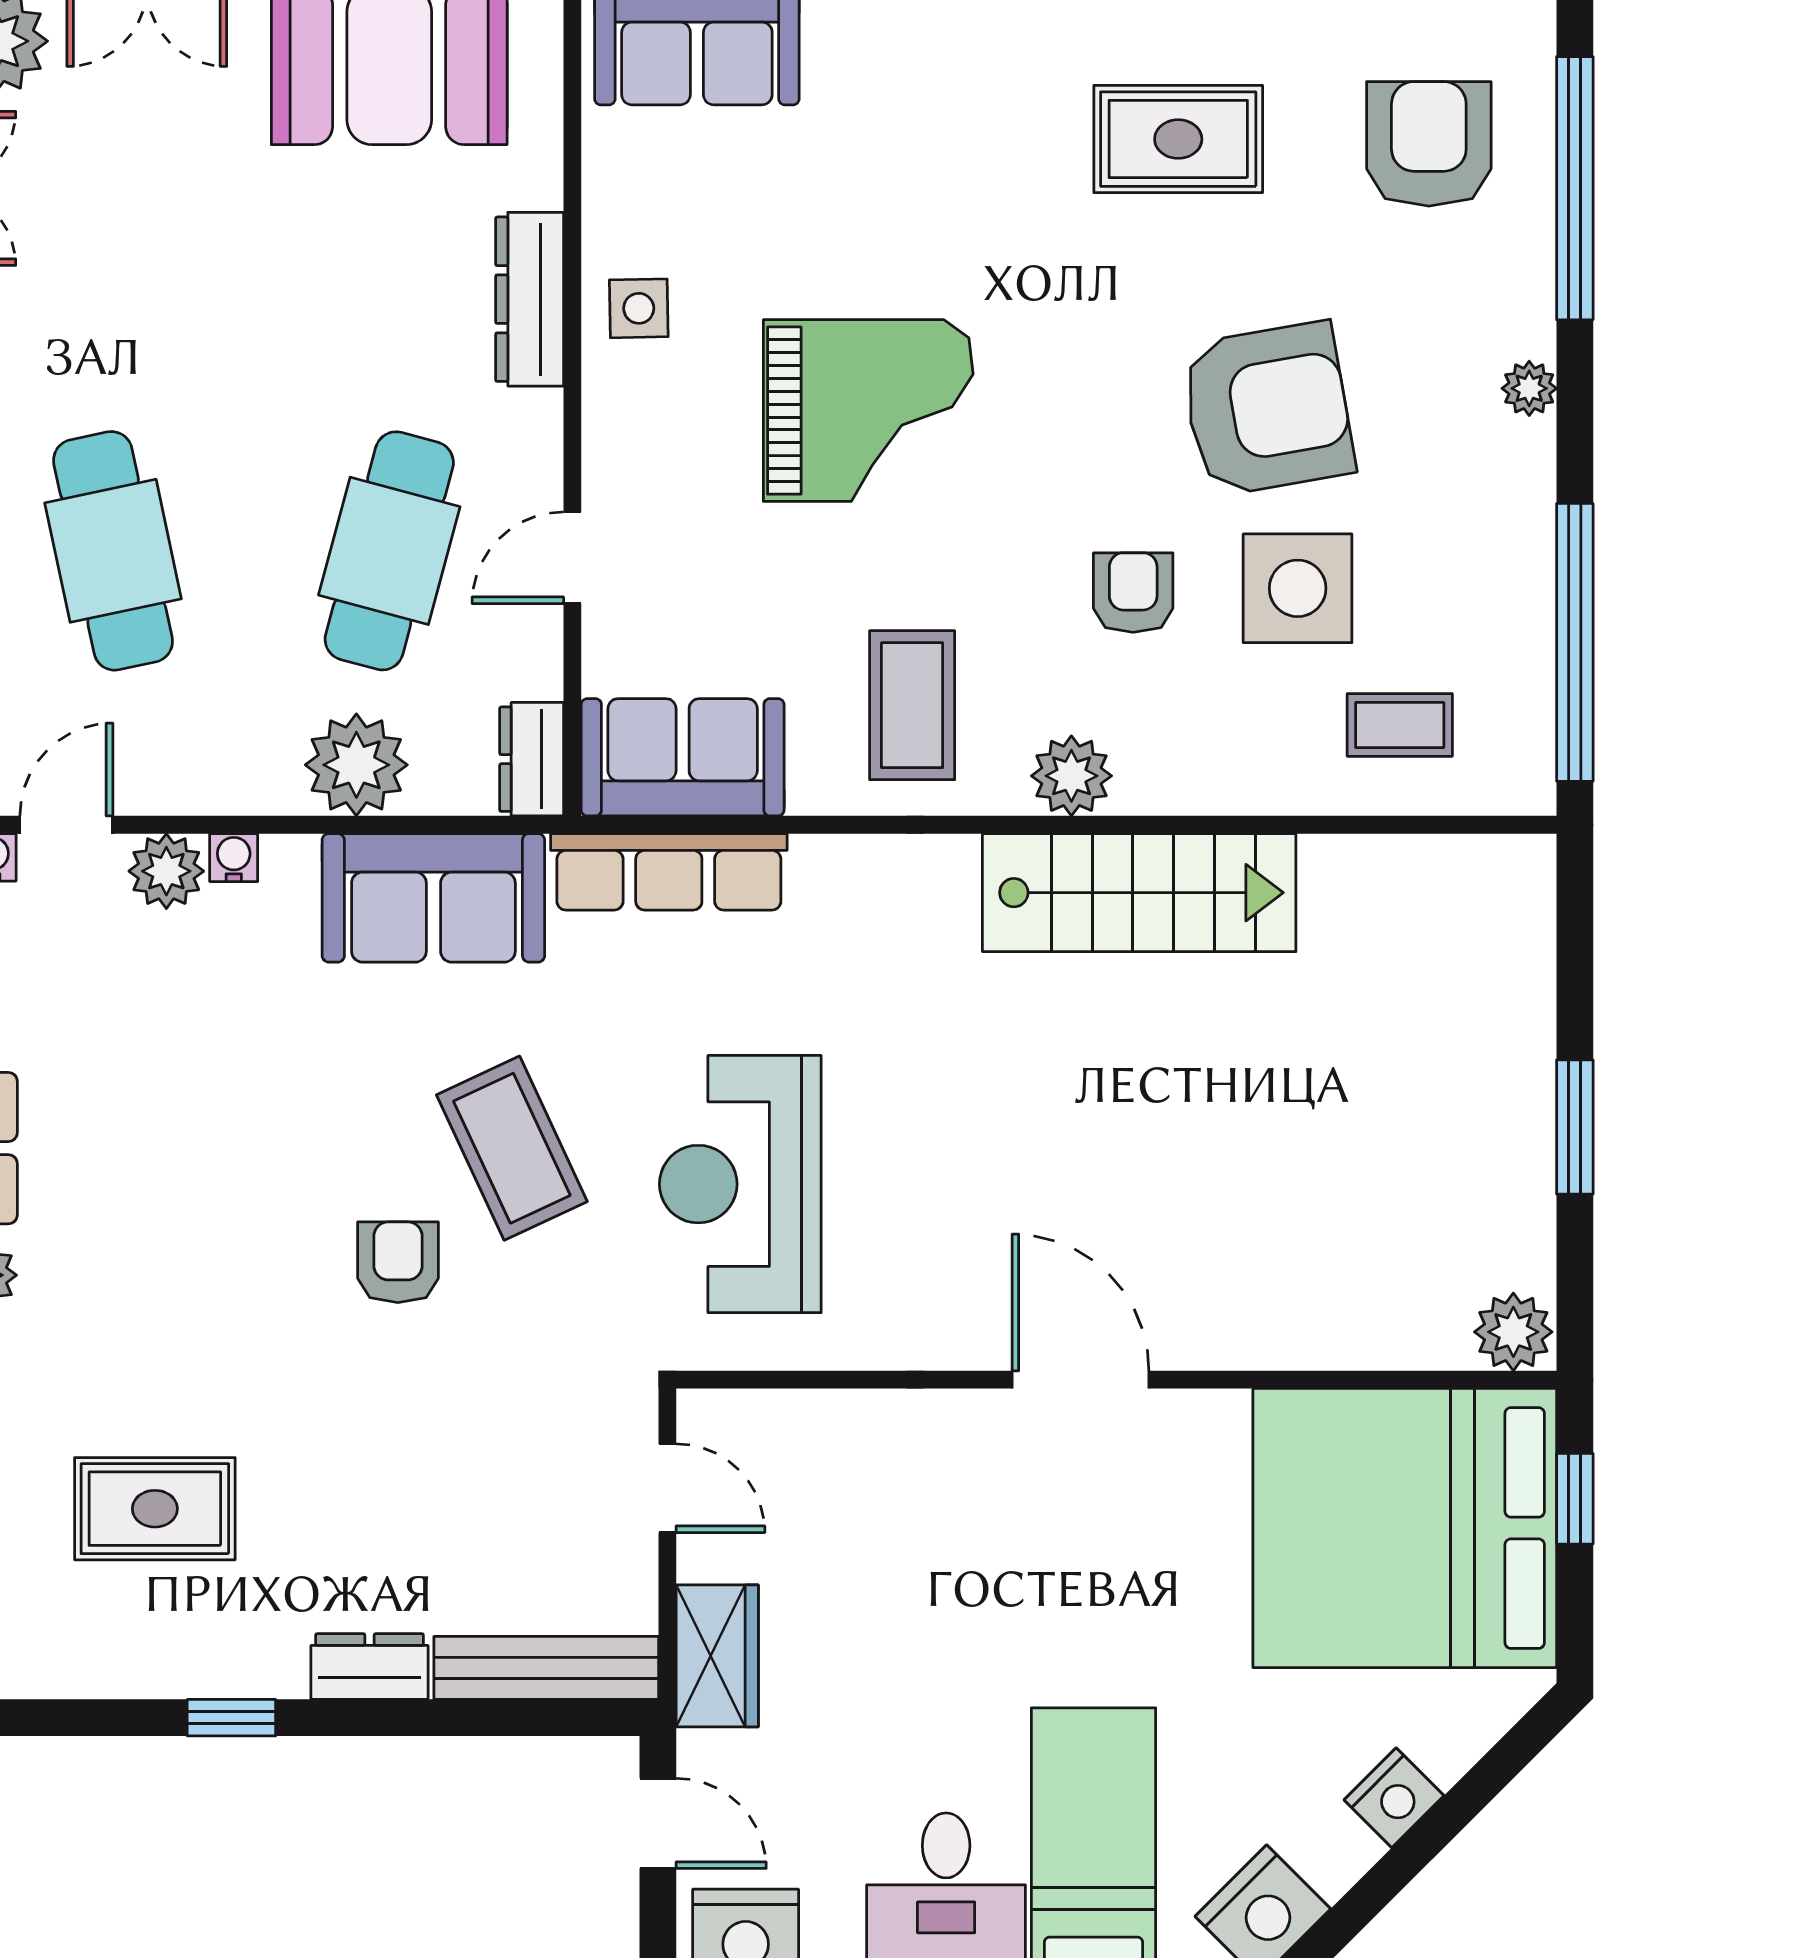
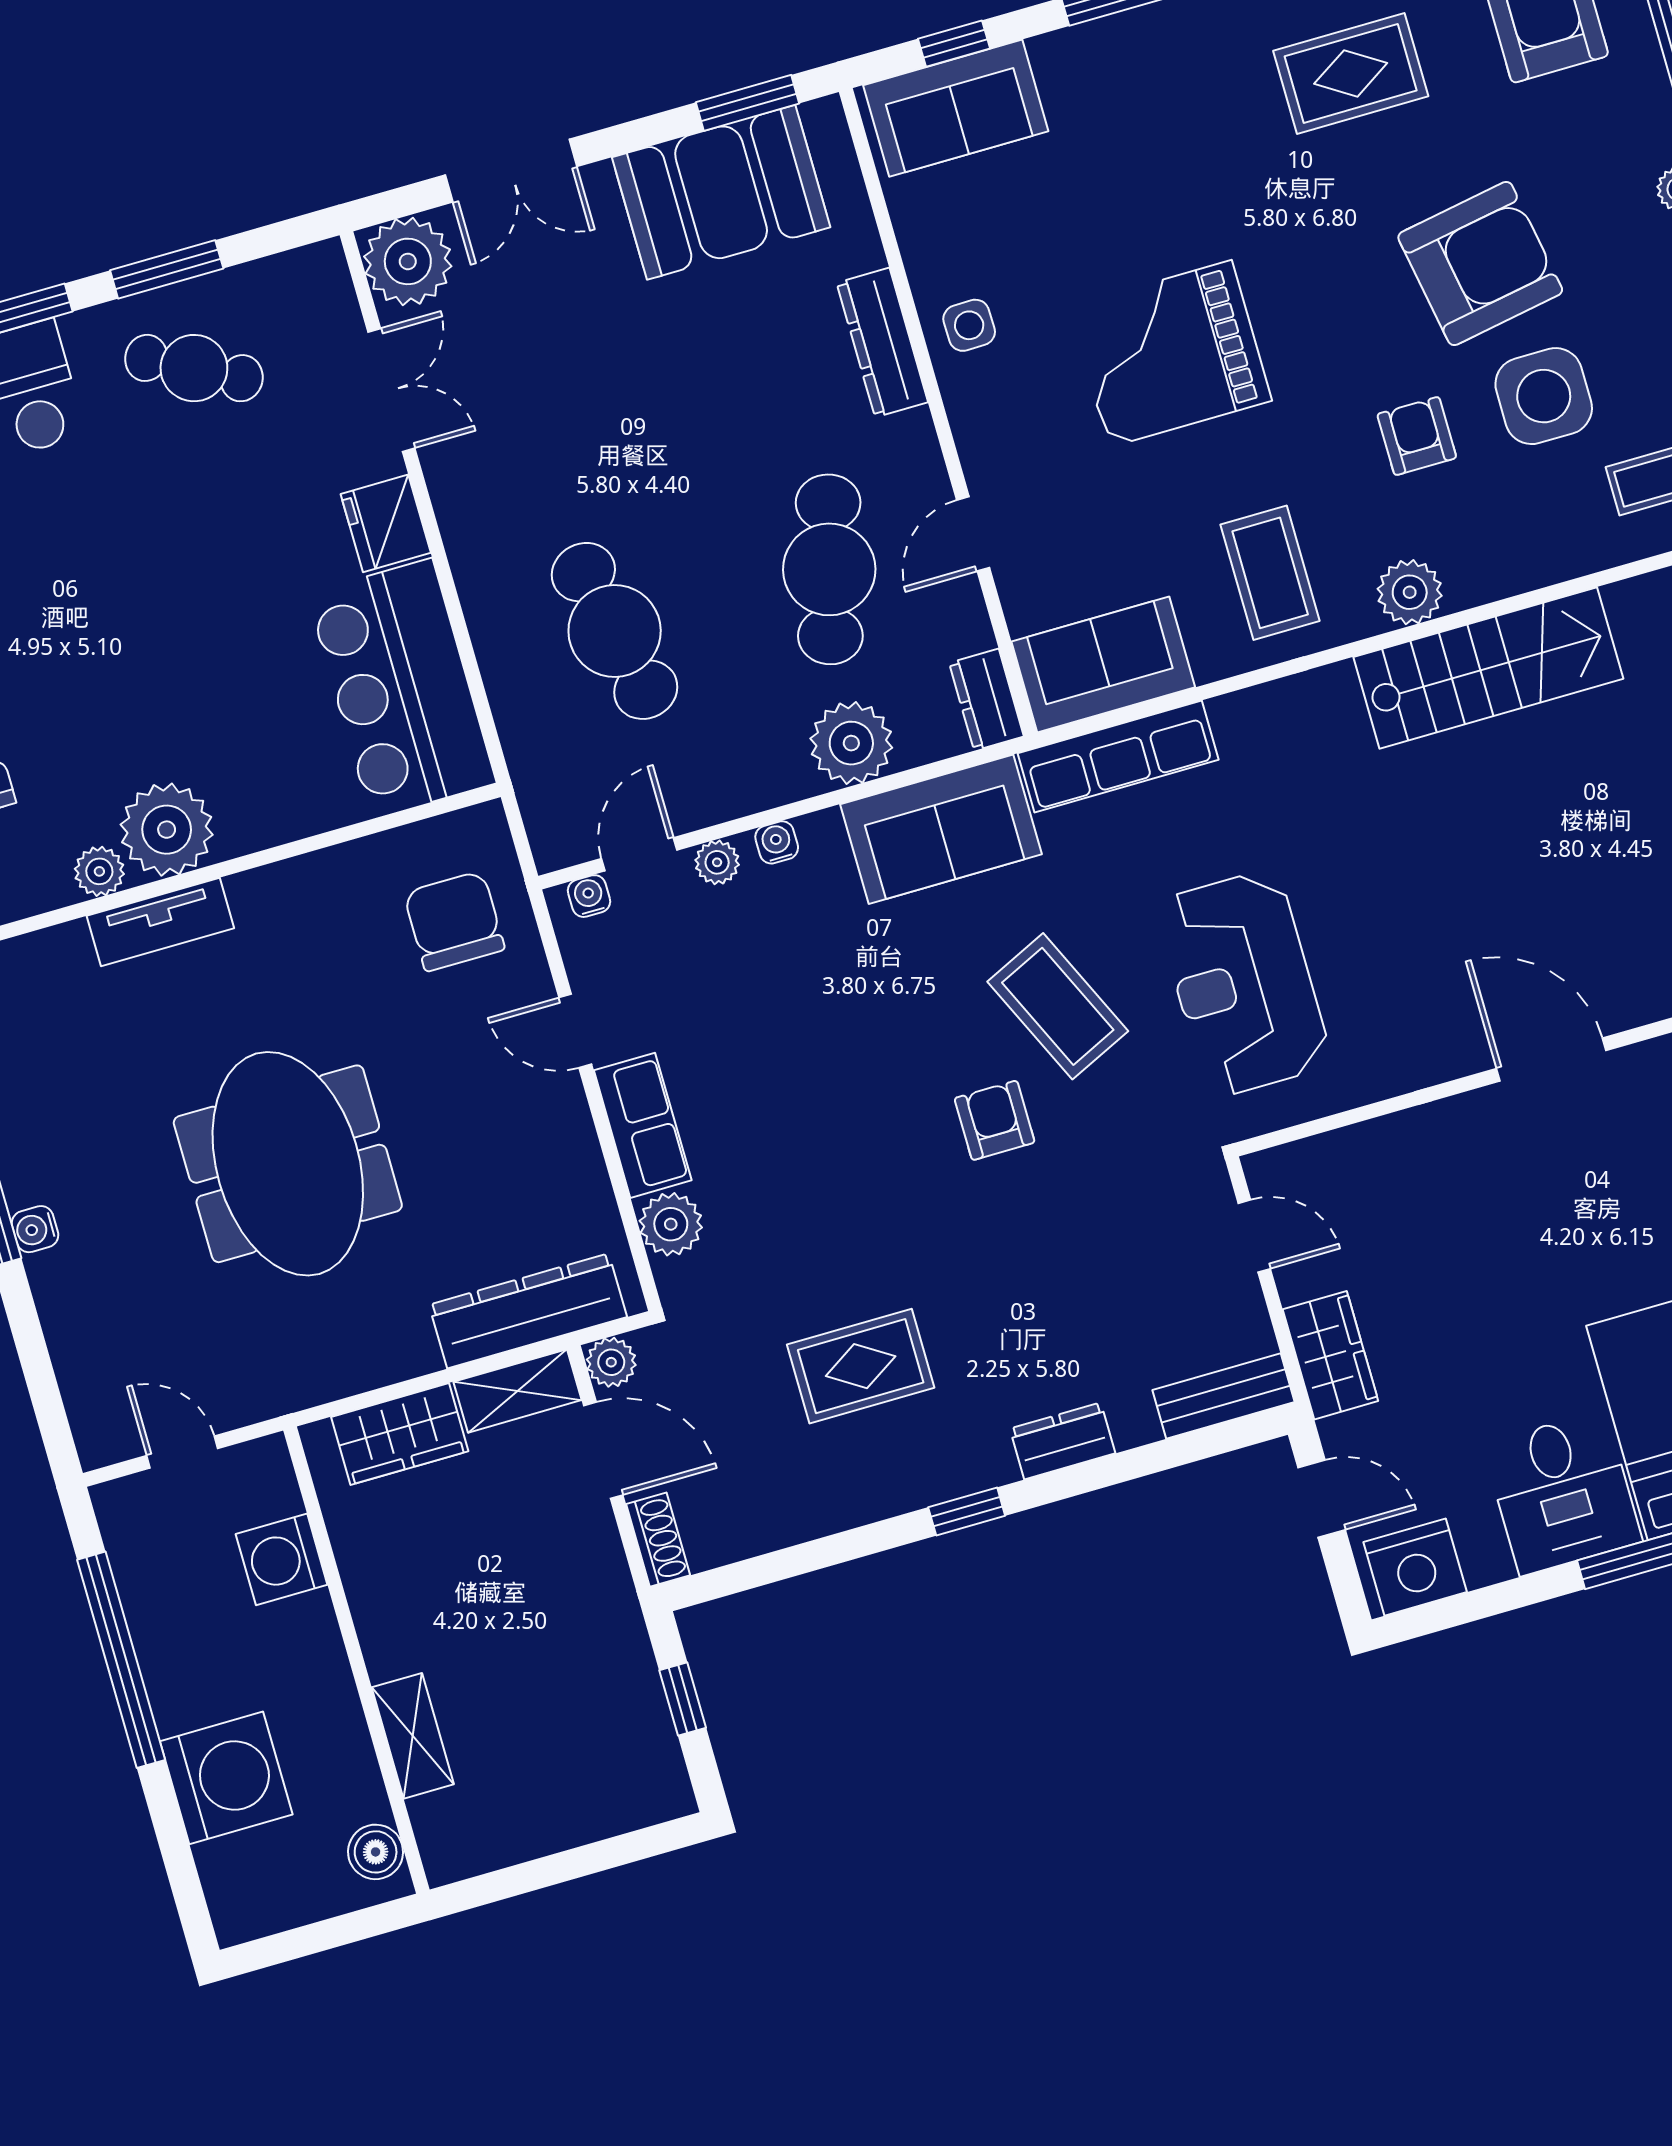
grand piano: (868, 411) -> (1170, 354), turned 180
plant: (166, 871) -> (717, 862), width x0.73, depth x0.73
bench: (546, 1668) -> (1223, 1396), width x0.73

